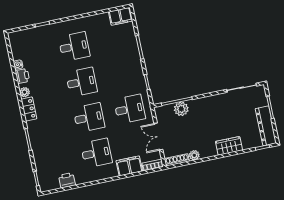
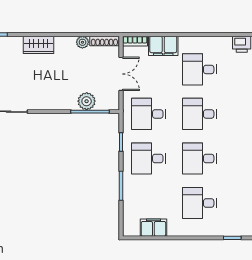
filing cabinet: (120, 16) -> (153, 228), moved
desk: (122, 74) -> (149, 158), added

